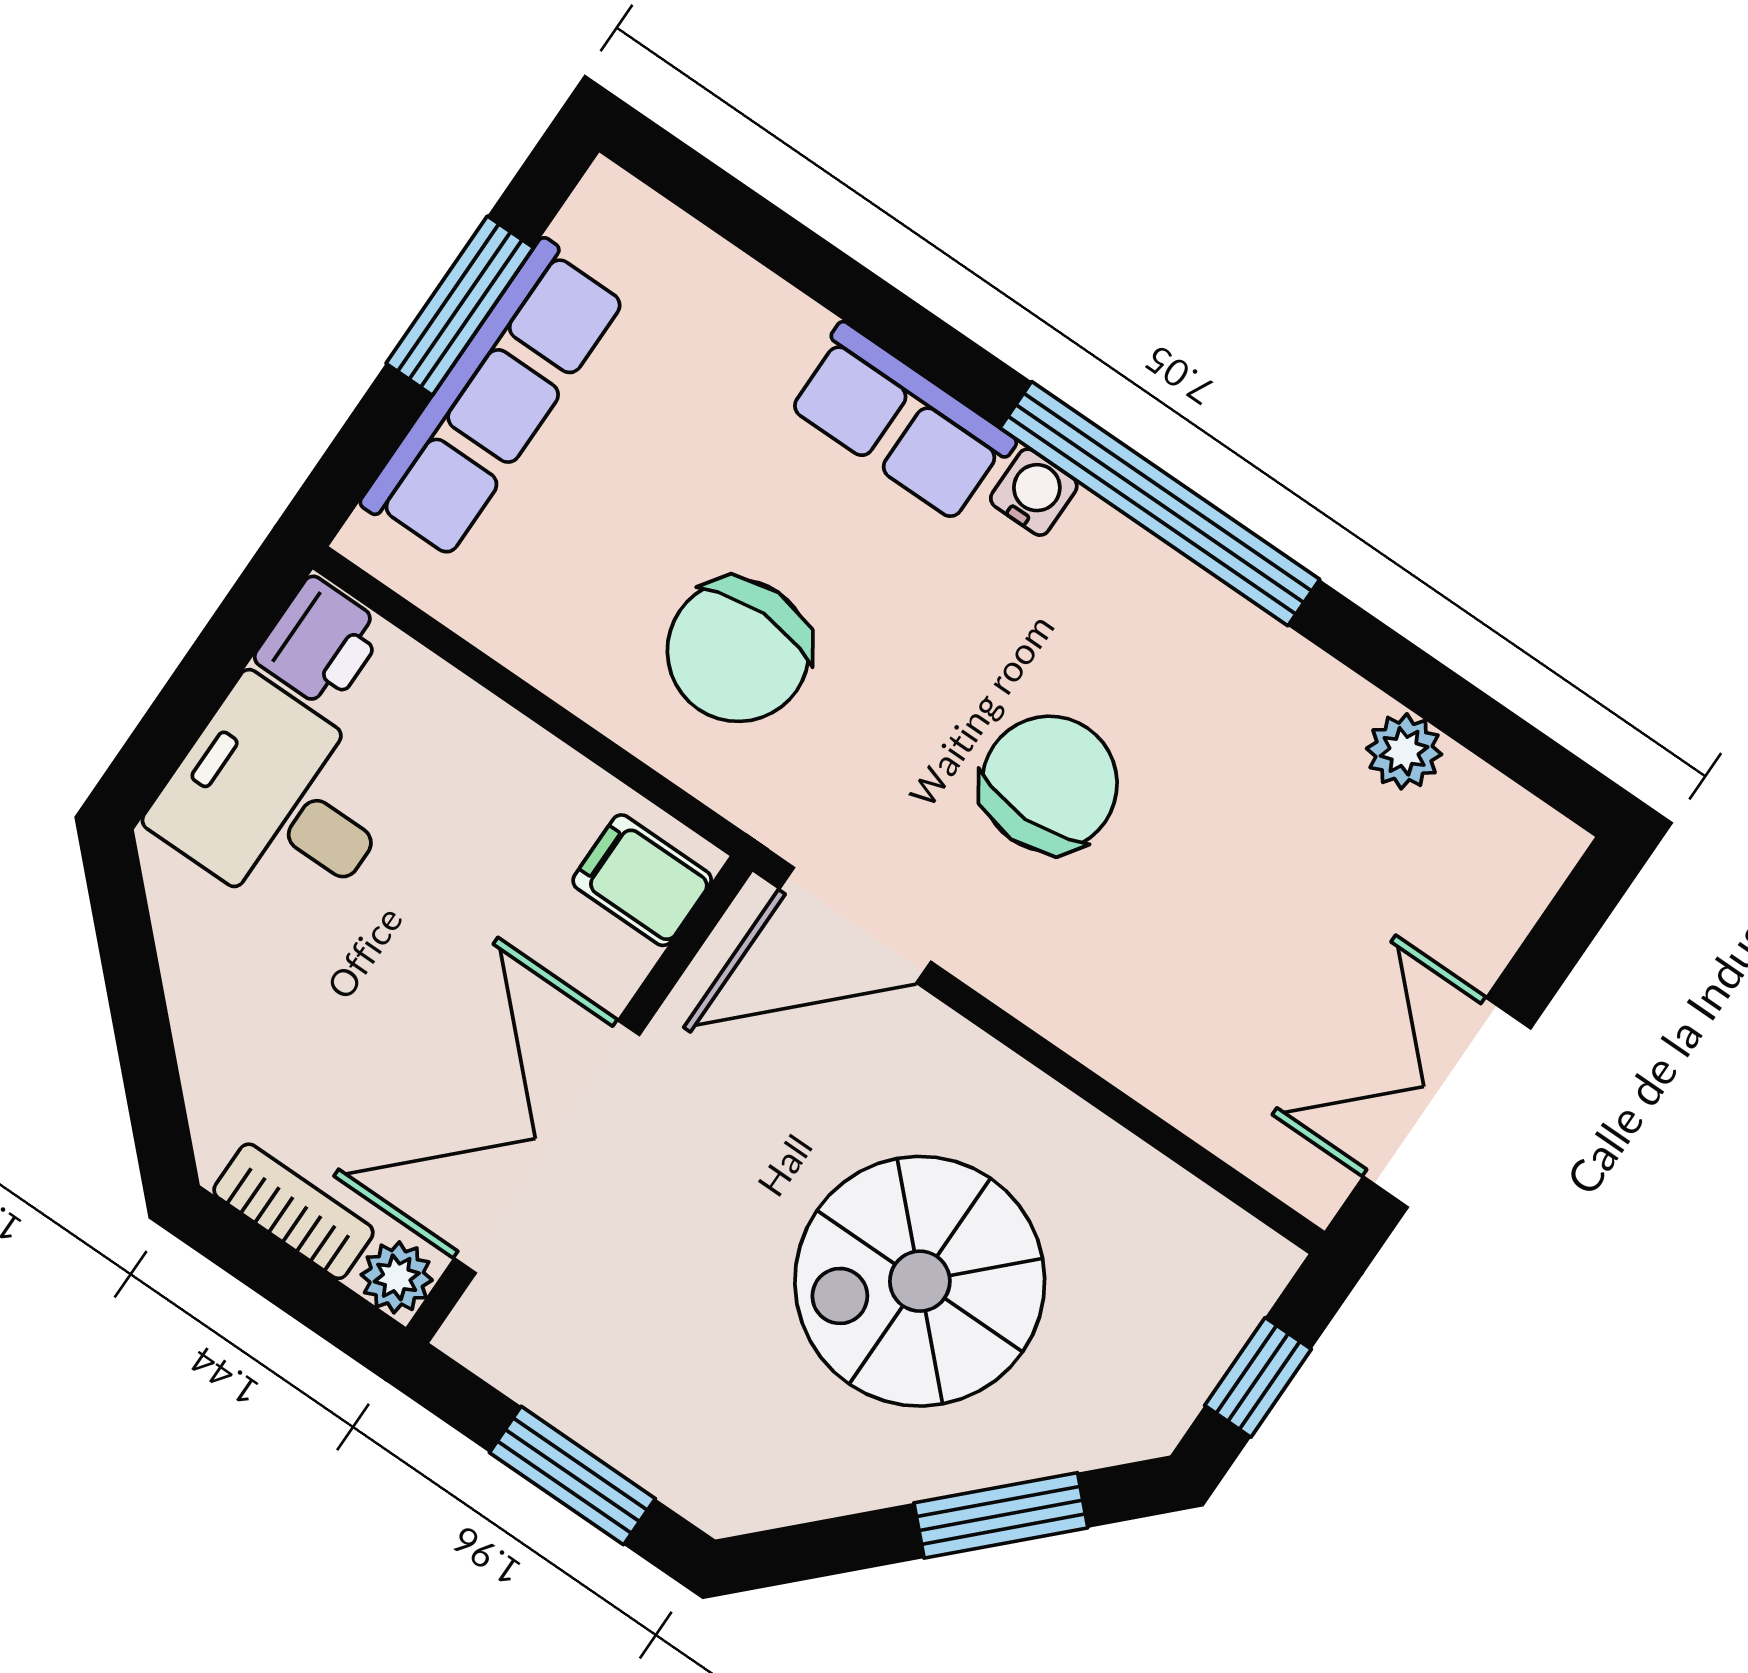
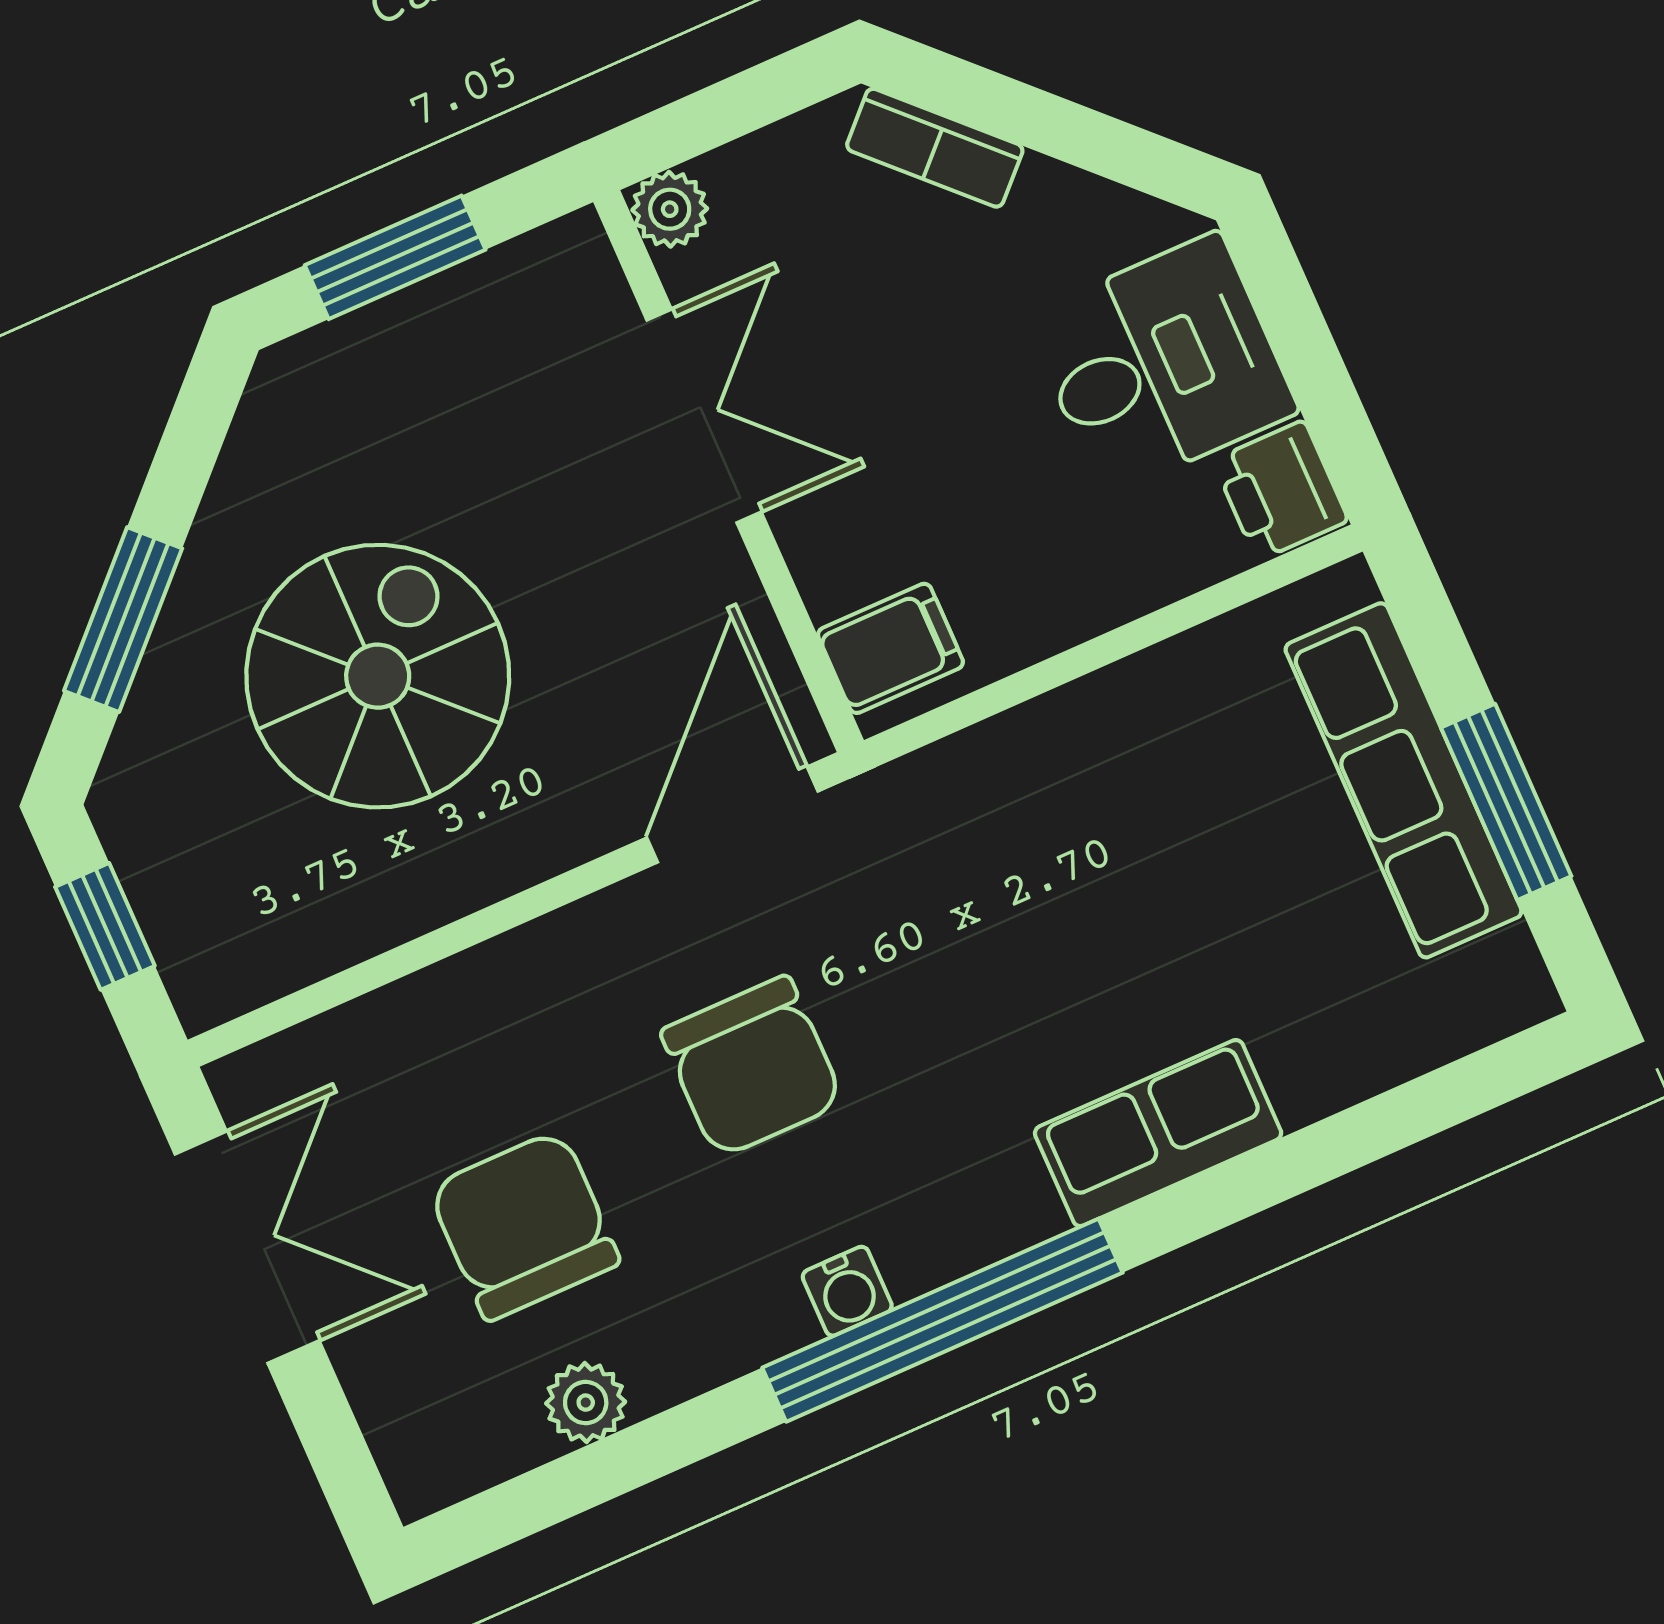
water cooler: (1034, 492) -> (847, 1291), moved
chair: (738, 651) -> (524, 1225), moved
double door: (547, 1147) -> (704, 416), width x0.73
bookcase: (293, 1211) -> (935, 148), moved, turned 45

